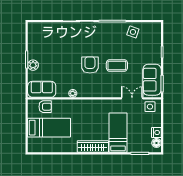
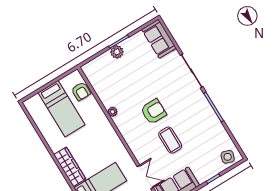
side table: (133, 32) -> (228, 157), moved
sofa: (42, 89) -> (159, 39), moved, turned 180

